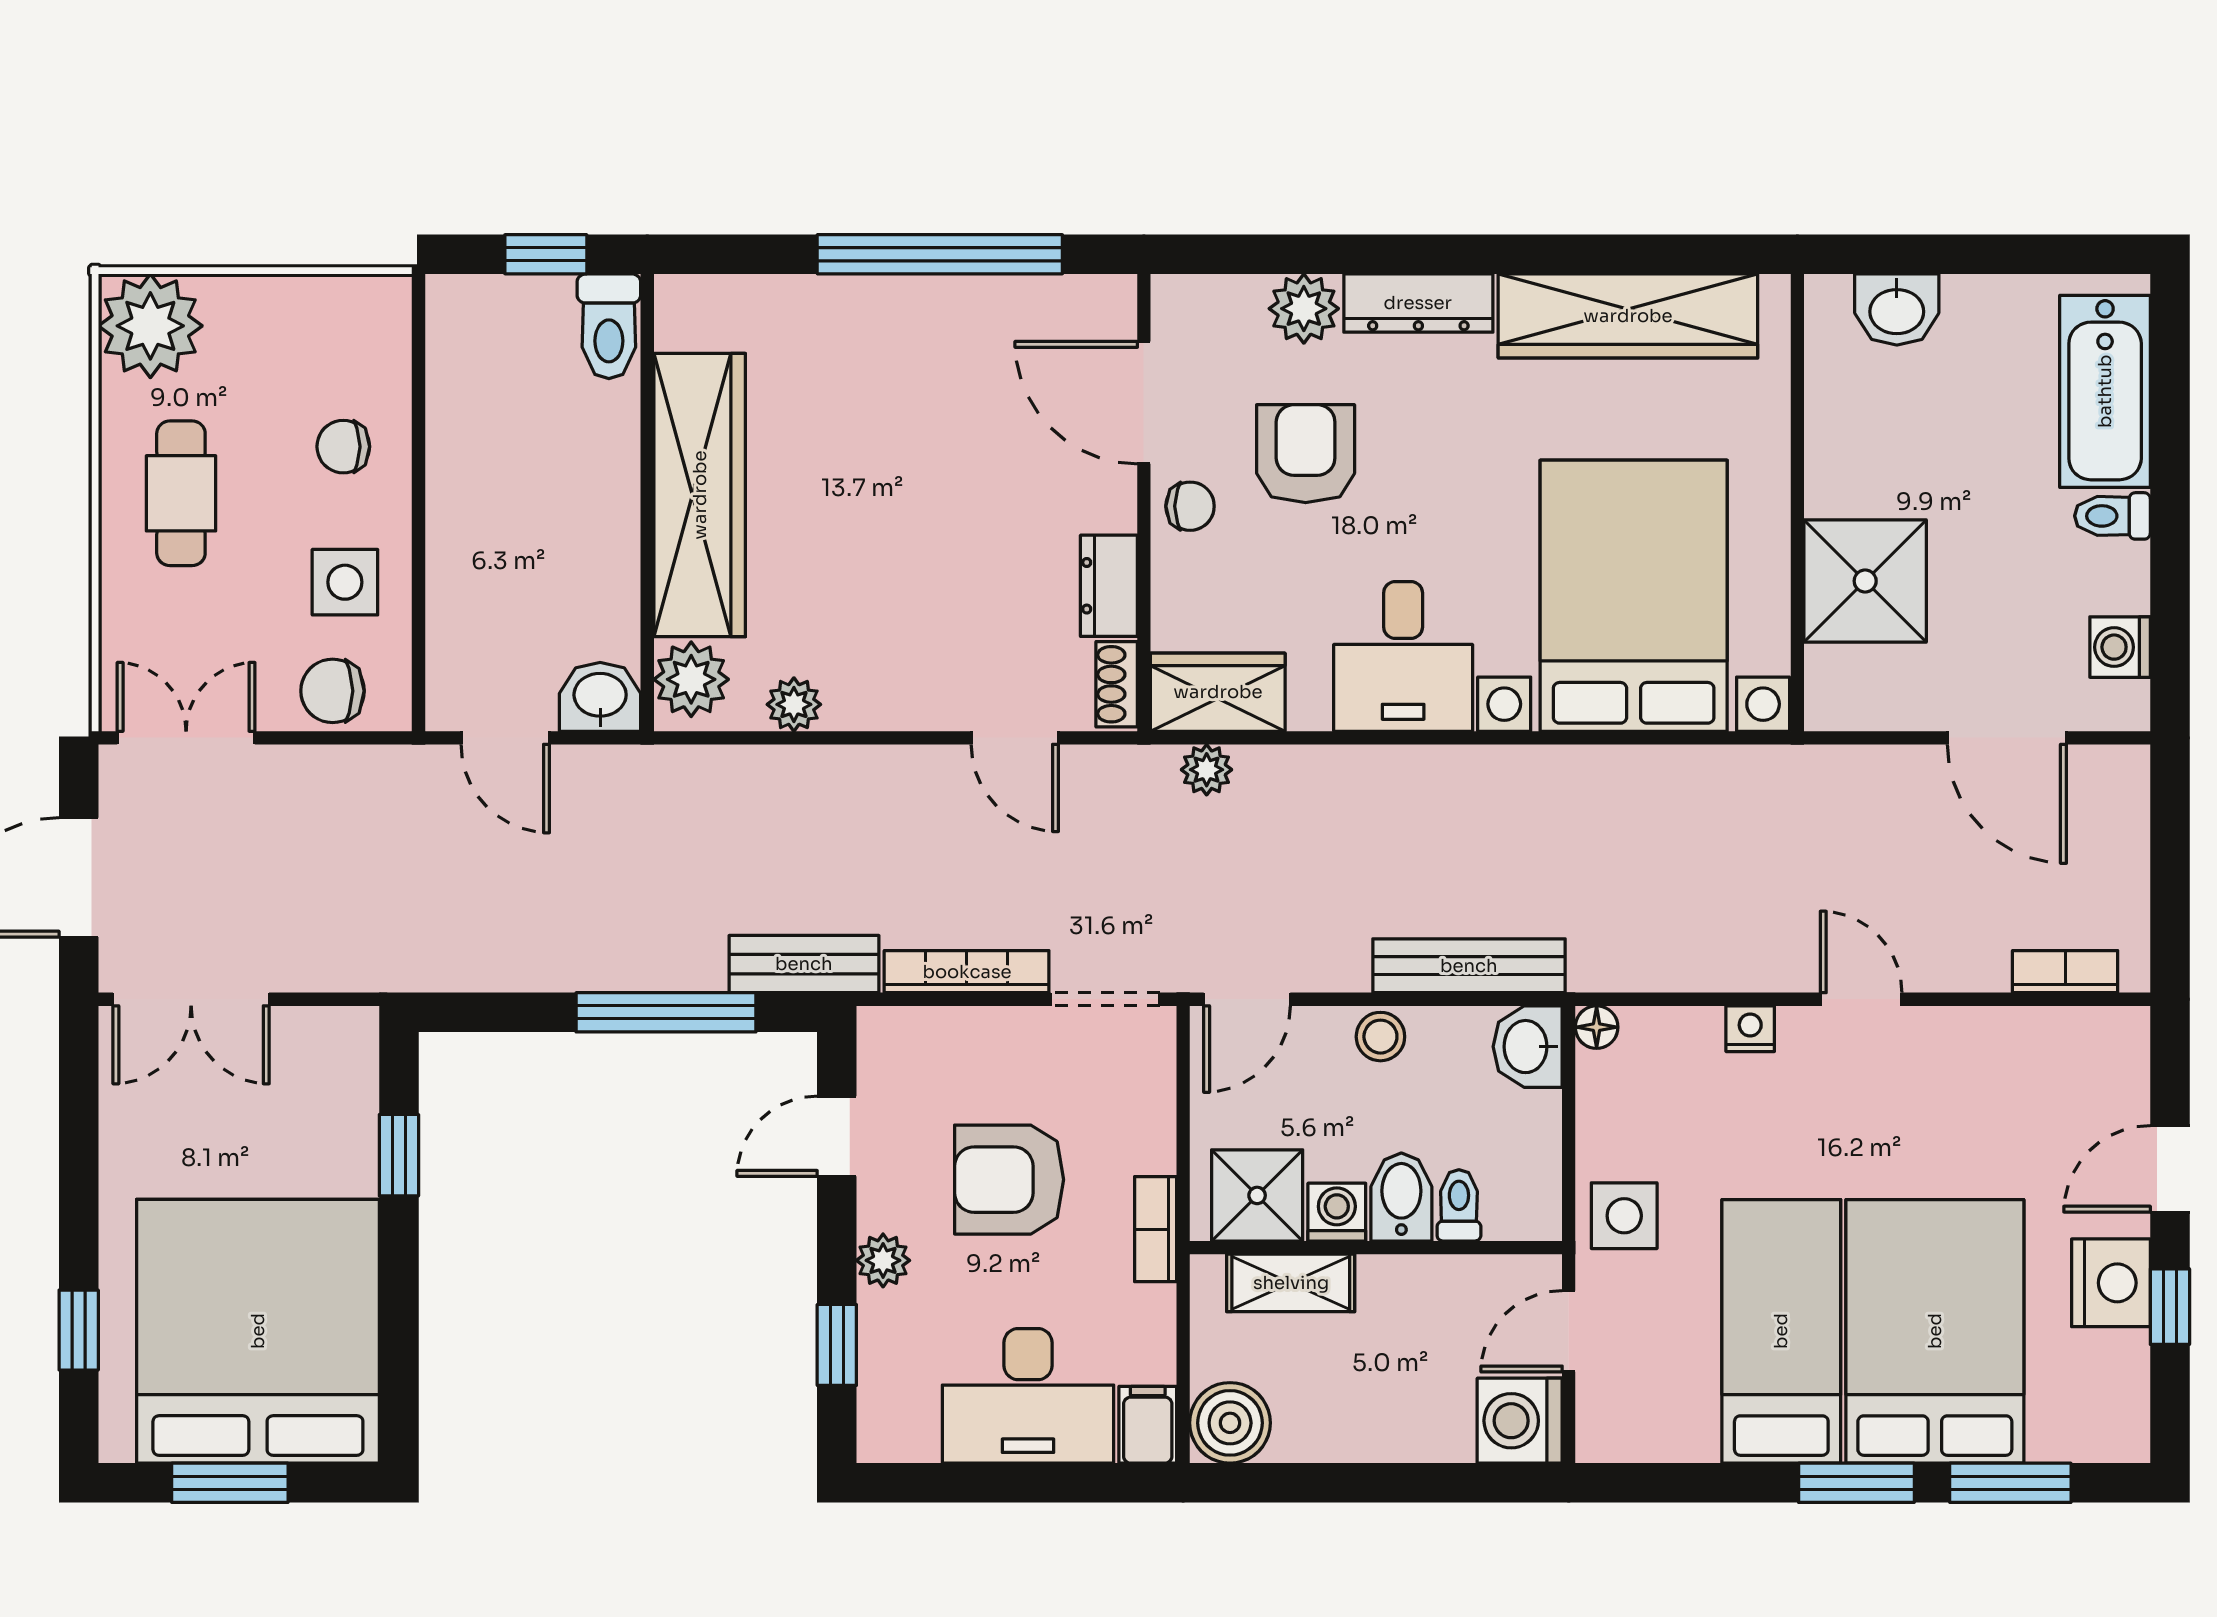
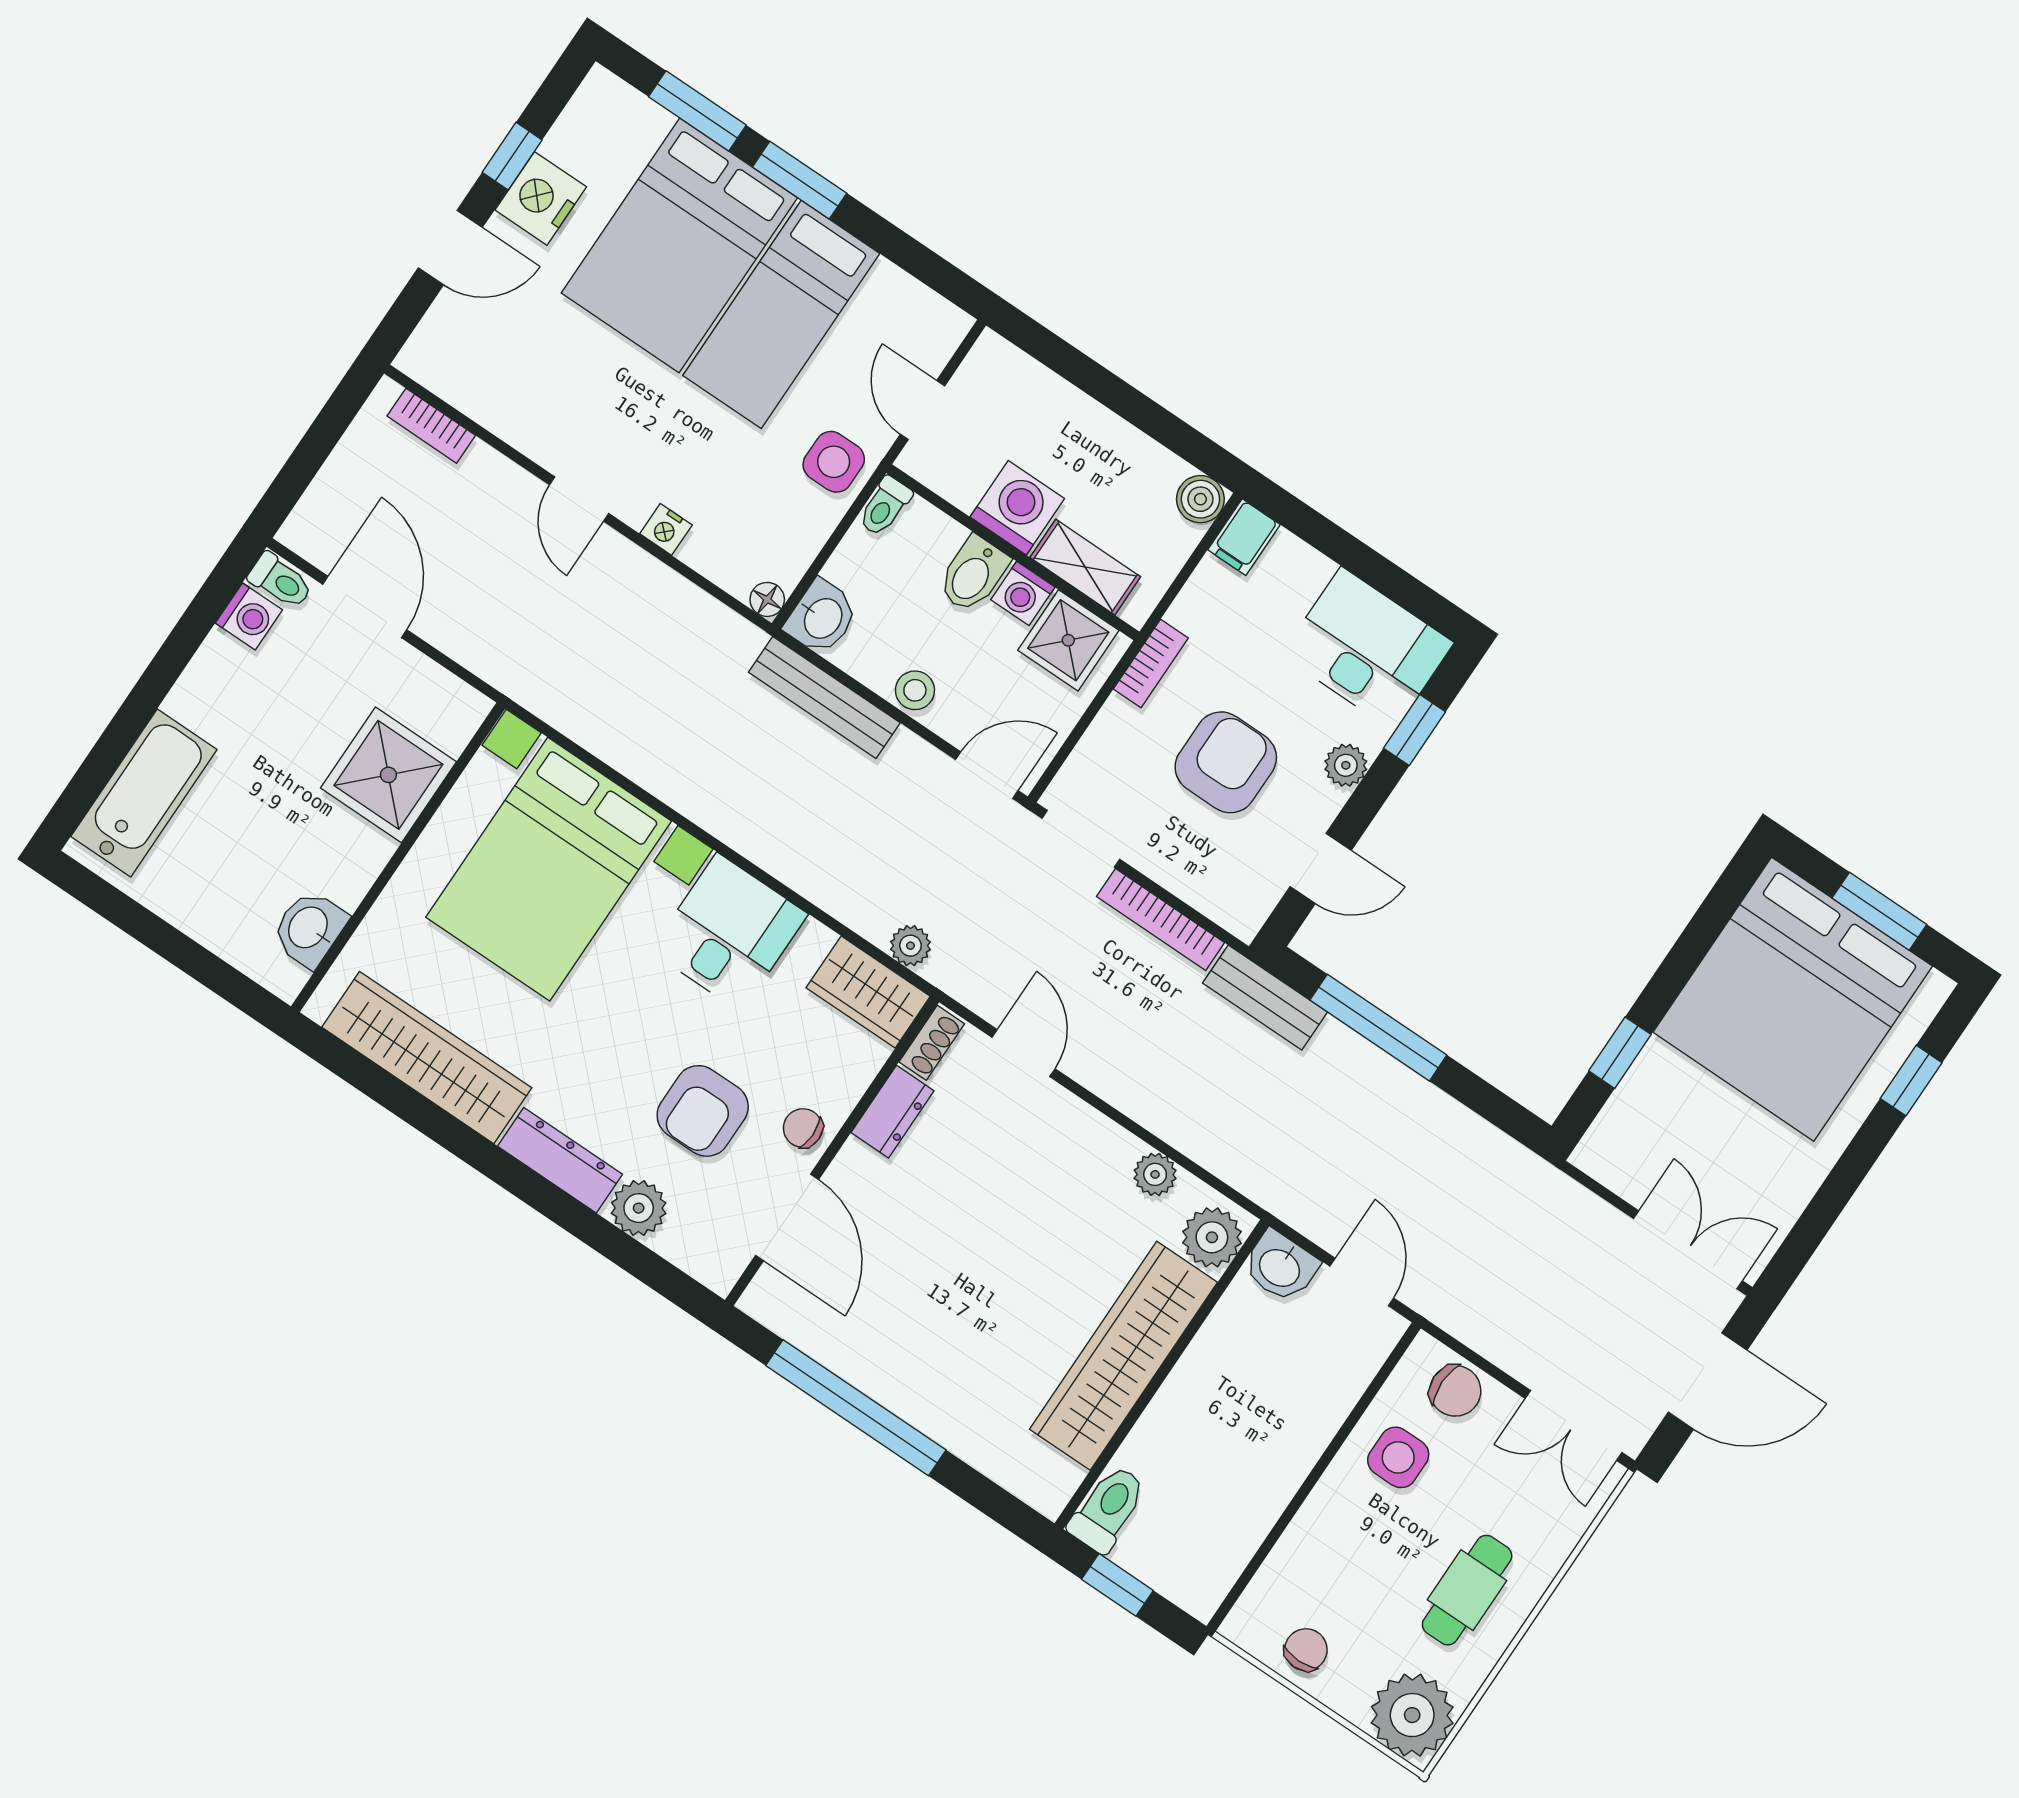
washbasin: (1897, 309) -> (309, 928), moved, turned -90
chair: (343, 447) -> (1306, 1650), moved, turned -90
toilet: (2112, 516) -> (280, 581), moved
armchair: (1009, 1180) -> (1226, 762), turned -90
toilet: (1459, 1205) -> (885, 506), moved
door: (1569, 1331) -> (922, 410), swing flipped
desk: (1028, 1396) -> (1367, 649), moved
washing machine: (1520, 1421) -> (1017, 508), moved, turned -90
boiler: (1230, 1423) -> (1200, 499), width x0.73, depth x0.73

